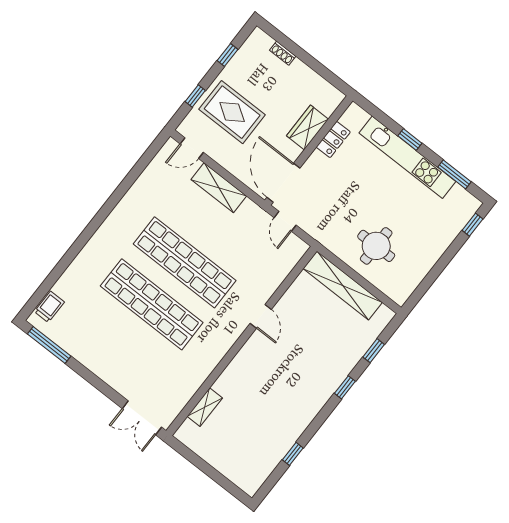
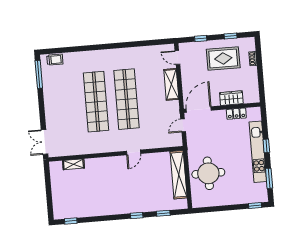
rug: (232, 112) -> (223, 58), moved, turned 90
round table: (376, 246) -> (208, 173), width x1.36, depth x1.36
window: (293, 454) -> (71, 221), moved

